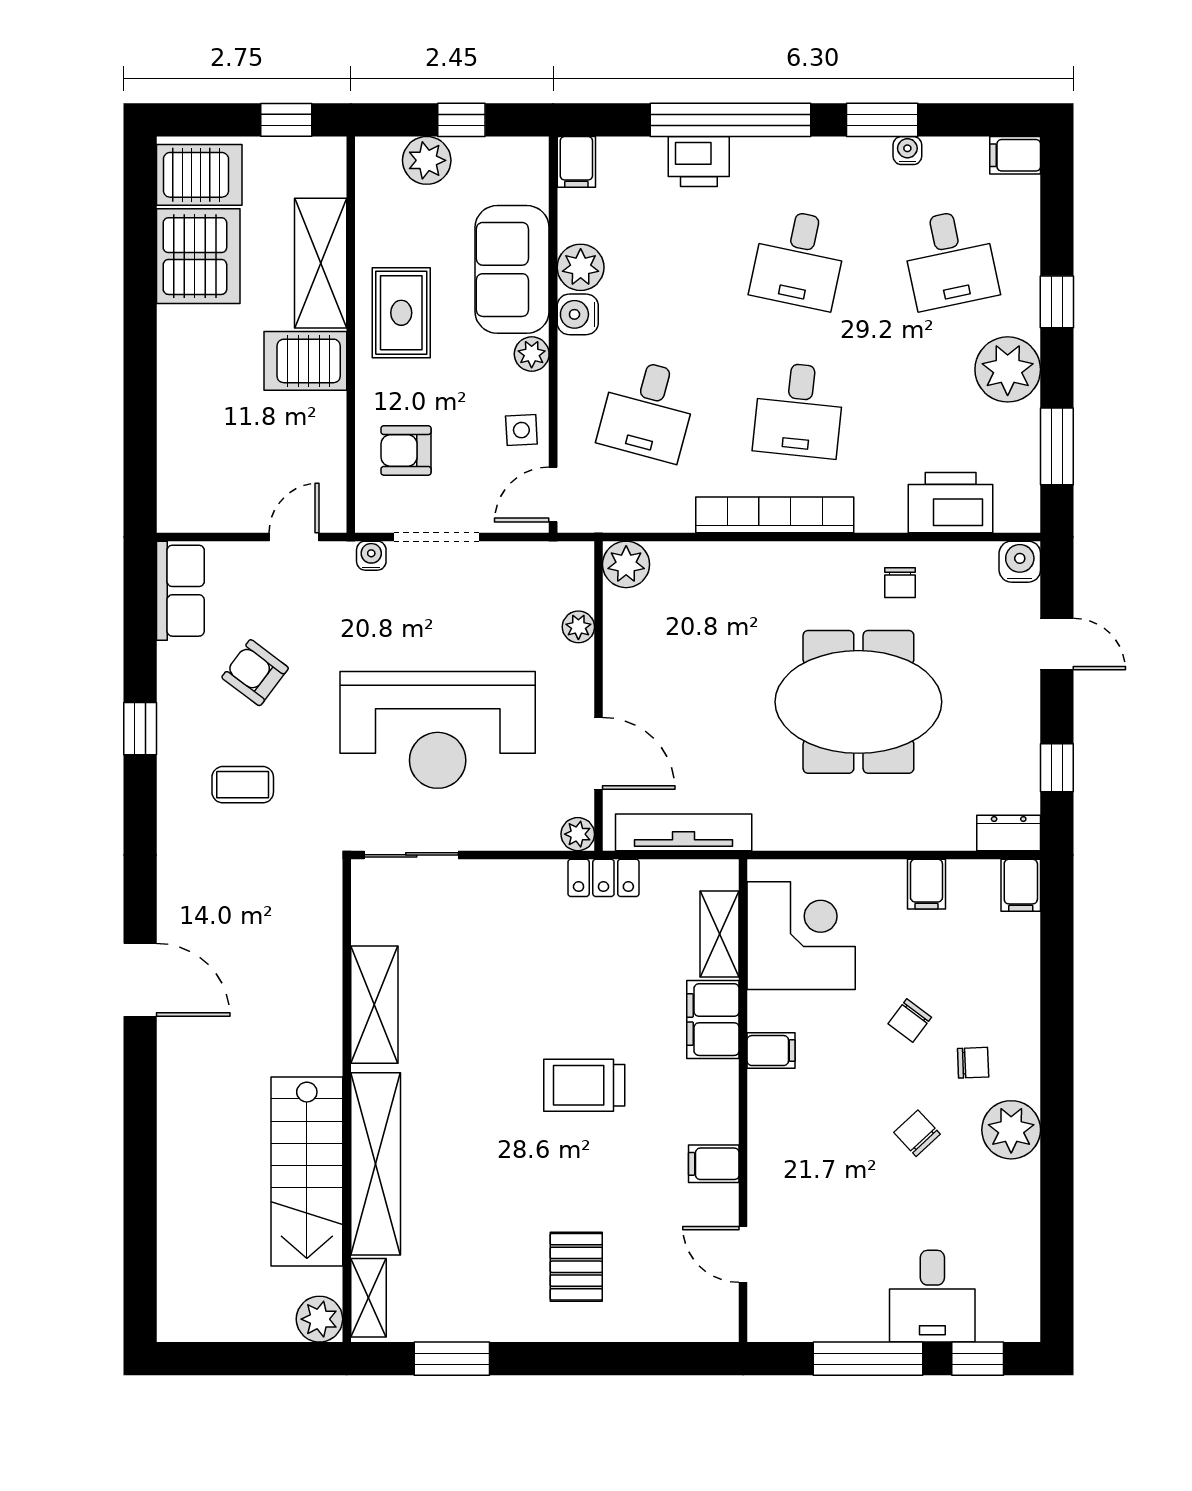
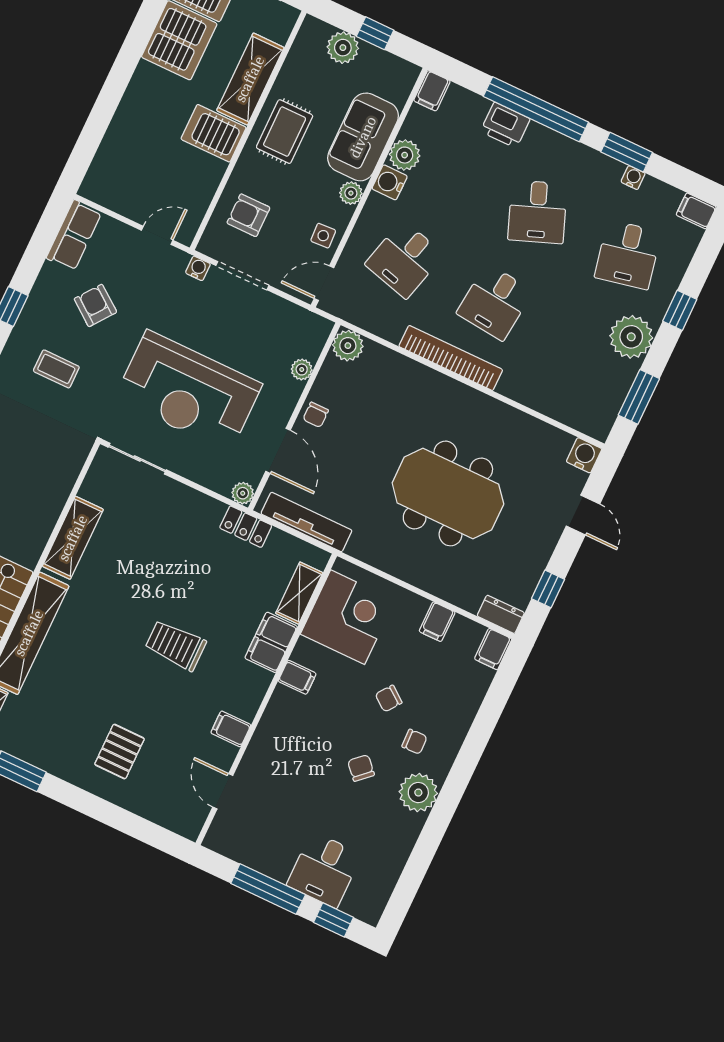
desk: (799, 259) -> (537, 212), turned -33
printer: (951, 503) -> (559, 400), removed
chair: (900, 583) -> (316, 415), moved

